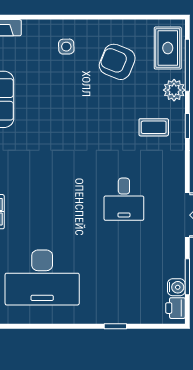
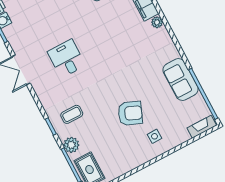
armchair: (117, 62) -> (130, 113), moved

